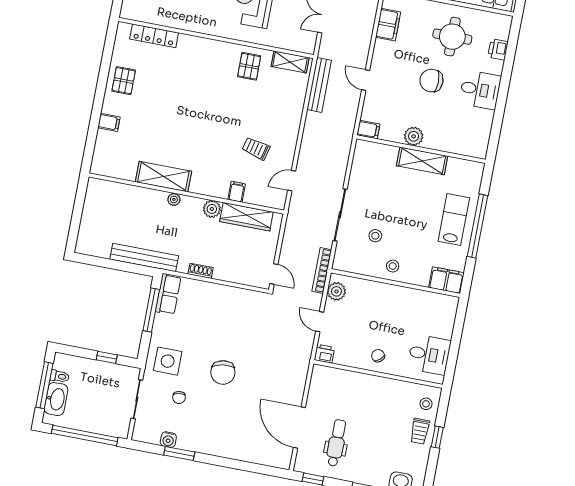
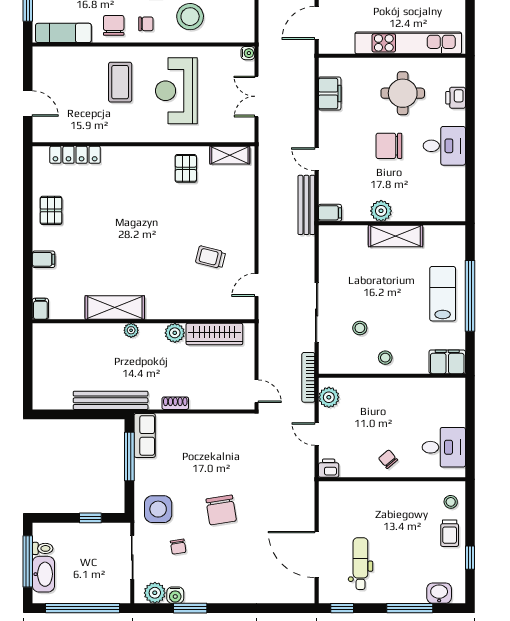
bench: (319, 85) -> (306, 205), moved
filing cabinet: (237, 192) -> (40, 309), moved
plant: (151, 434) -> (155, 593), added
window: (437, 437) -> (470, 558), moved

